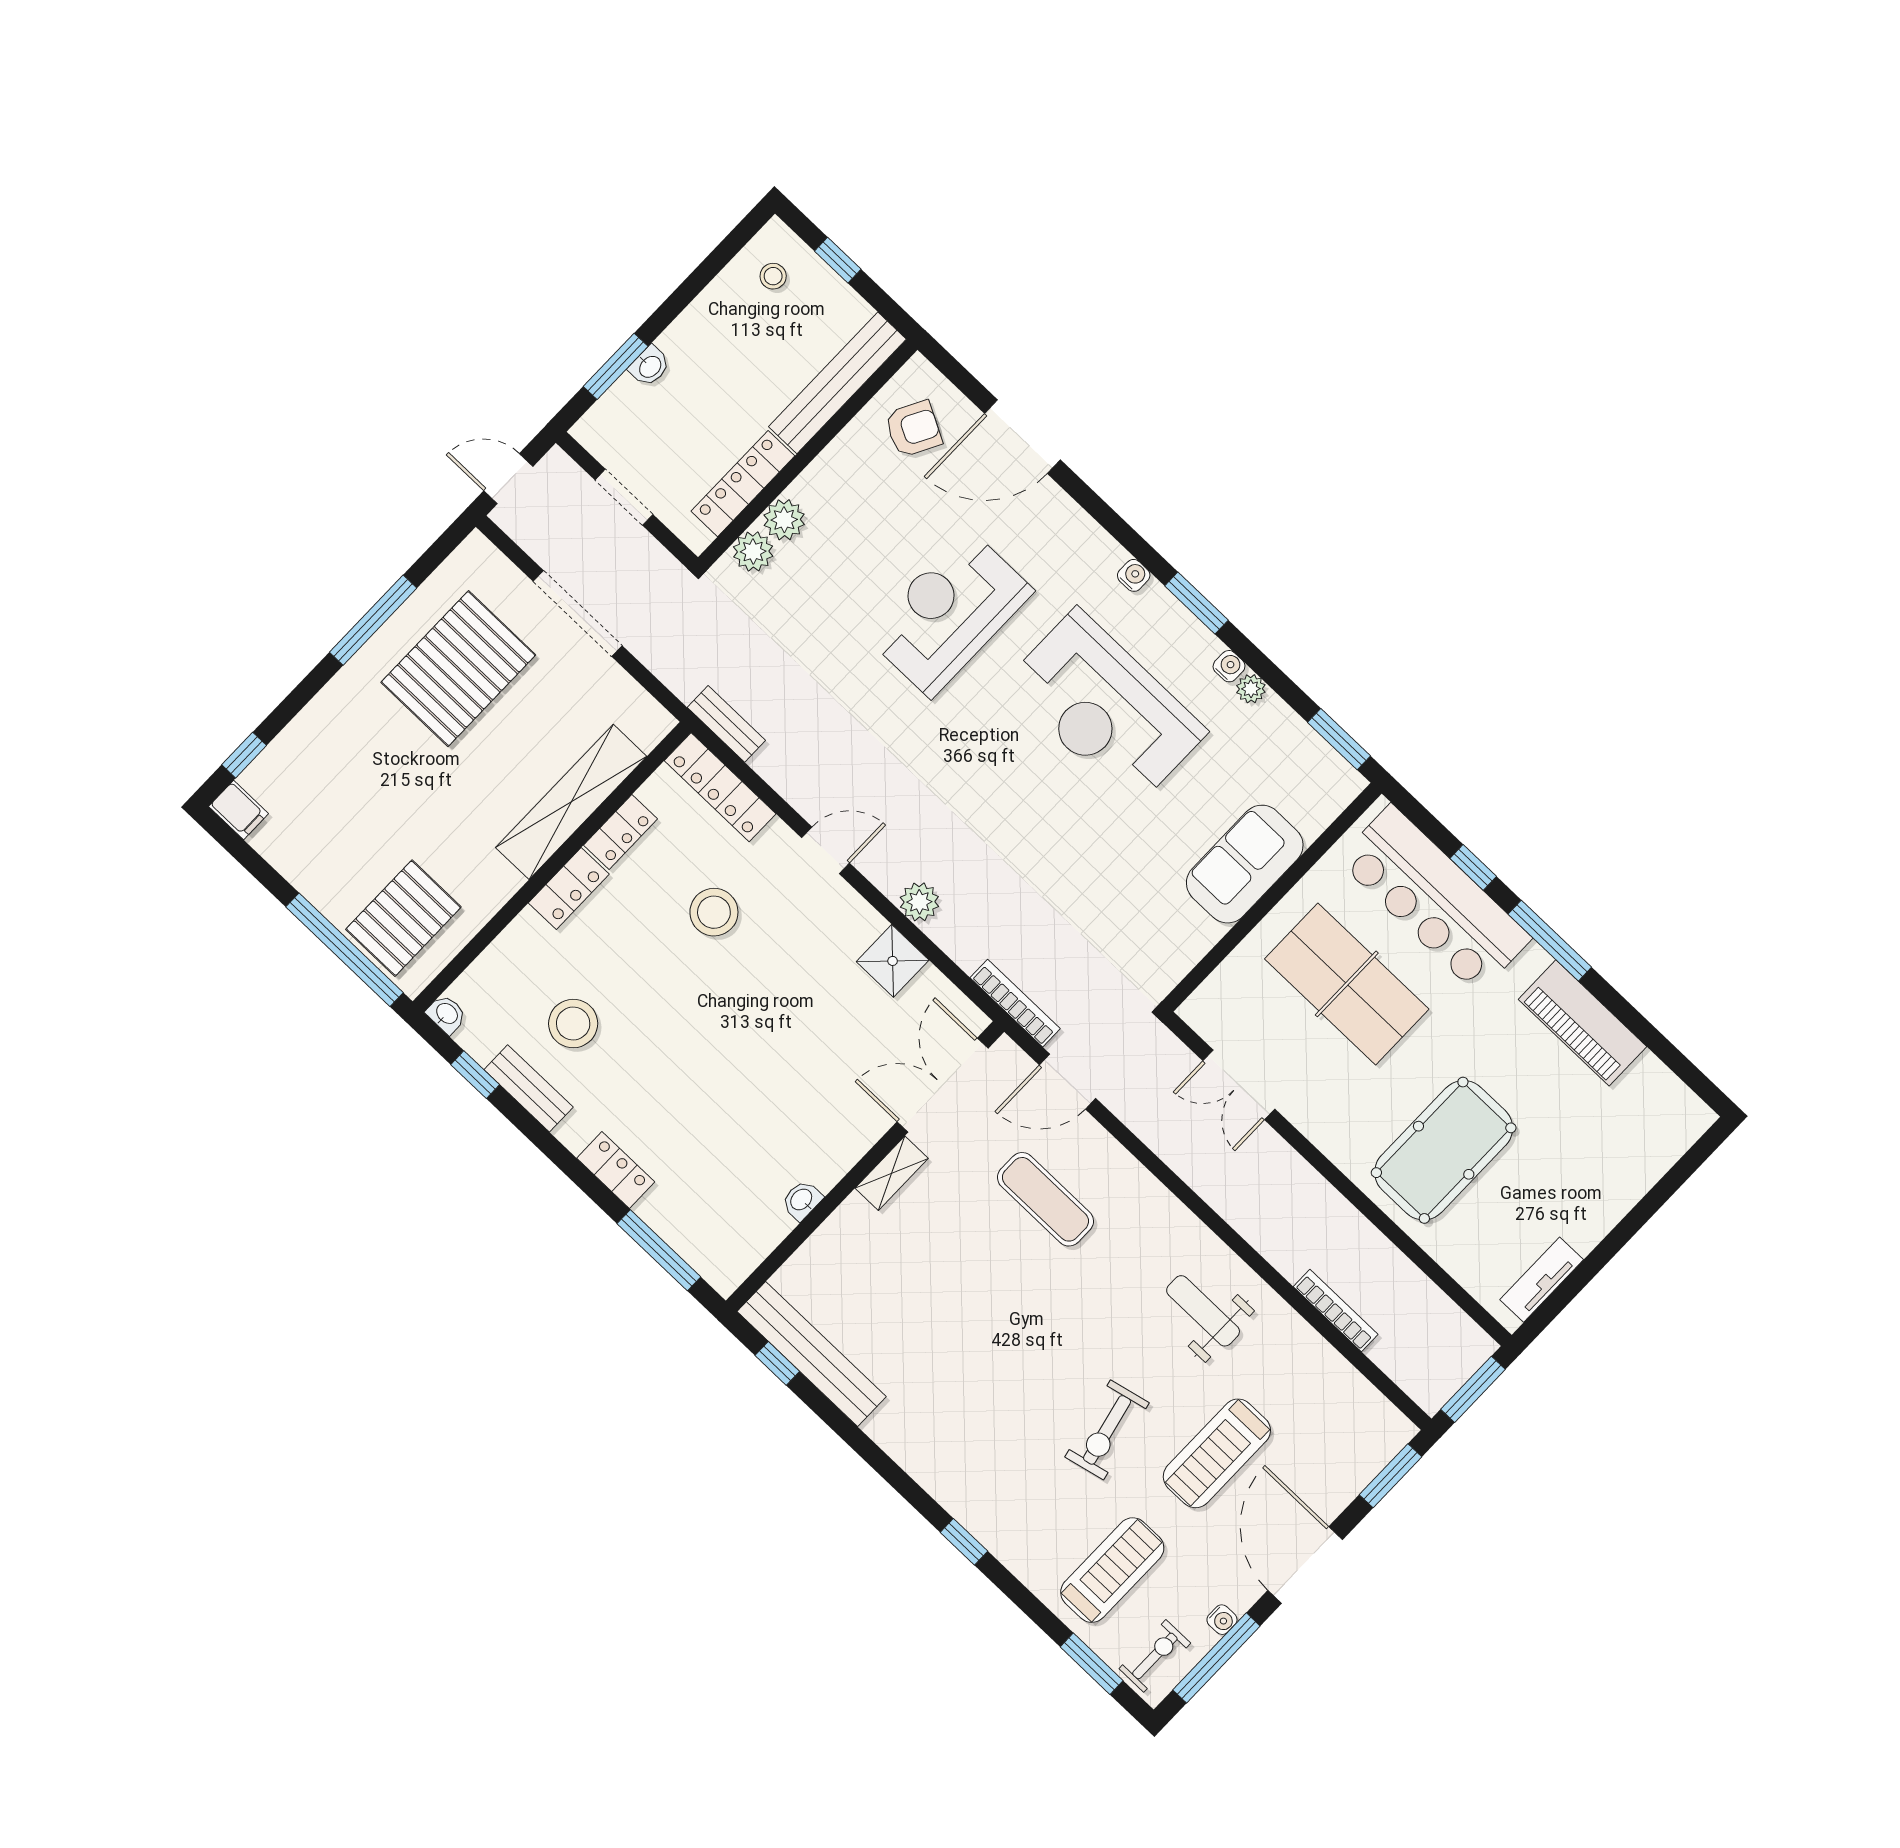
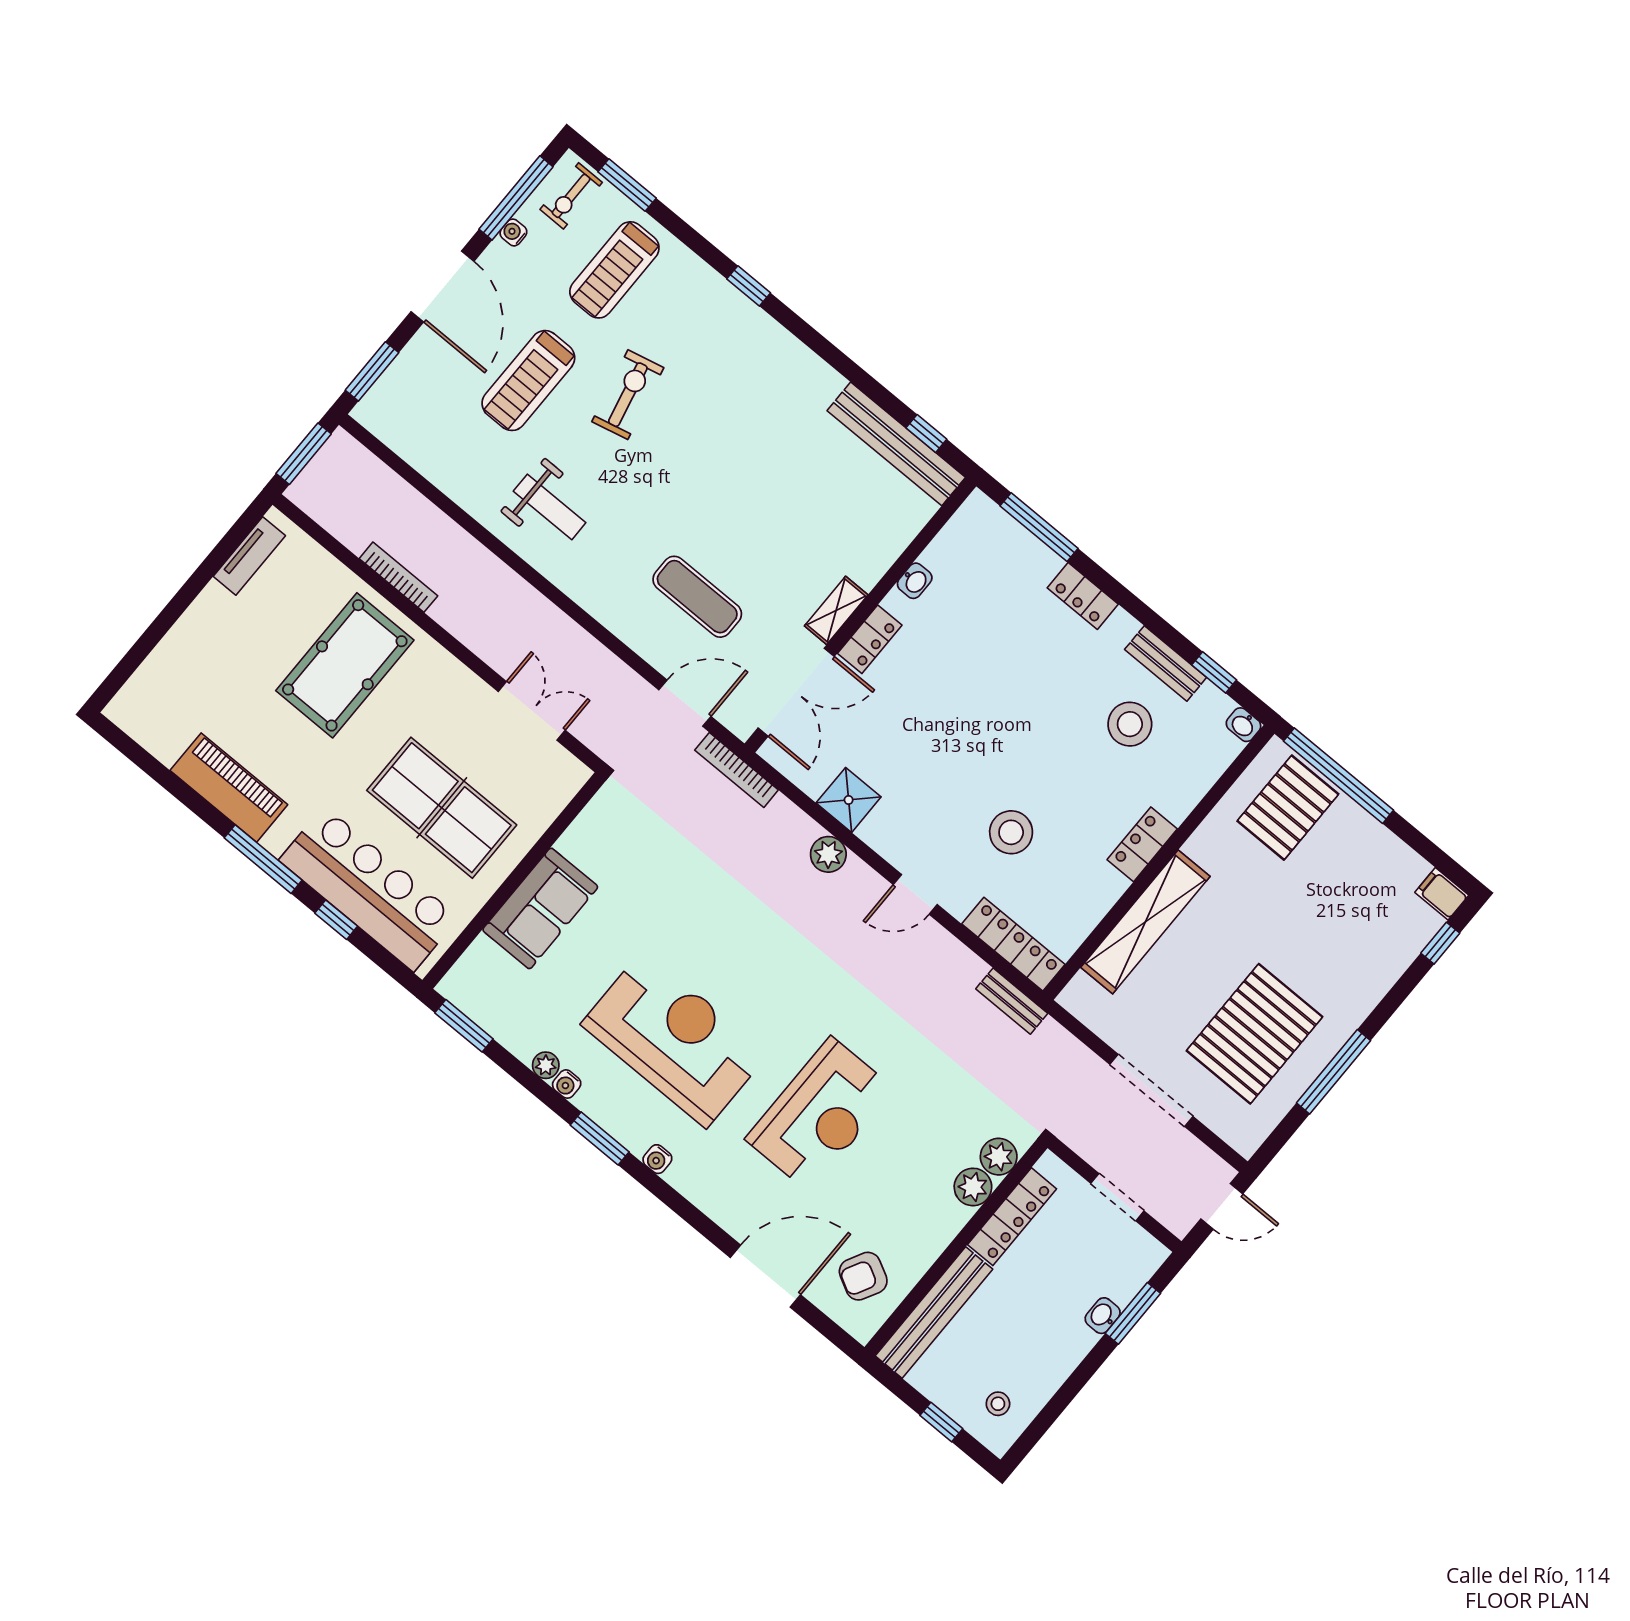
locker: (621, 832) -> (870, 639), moved, turned 180
bookcase: (1336, 1310) -> (398, 577), moved, turned 180
treadmill: (1217, 1453) -> (528, 381), turned 180

